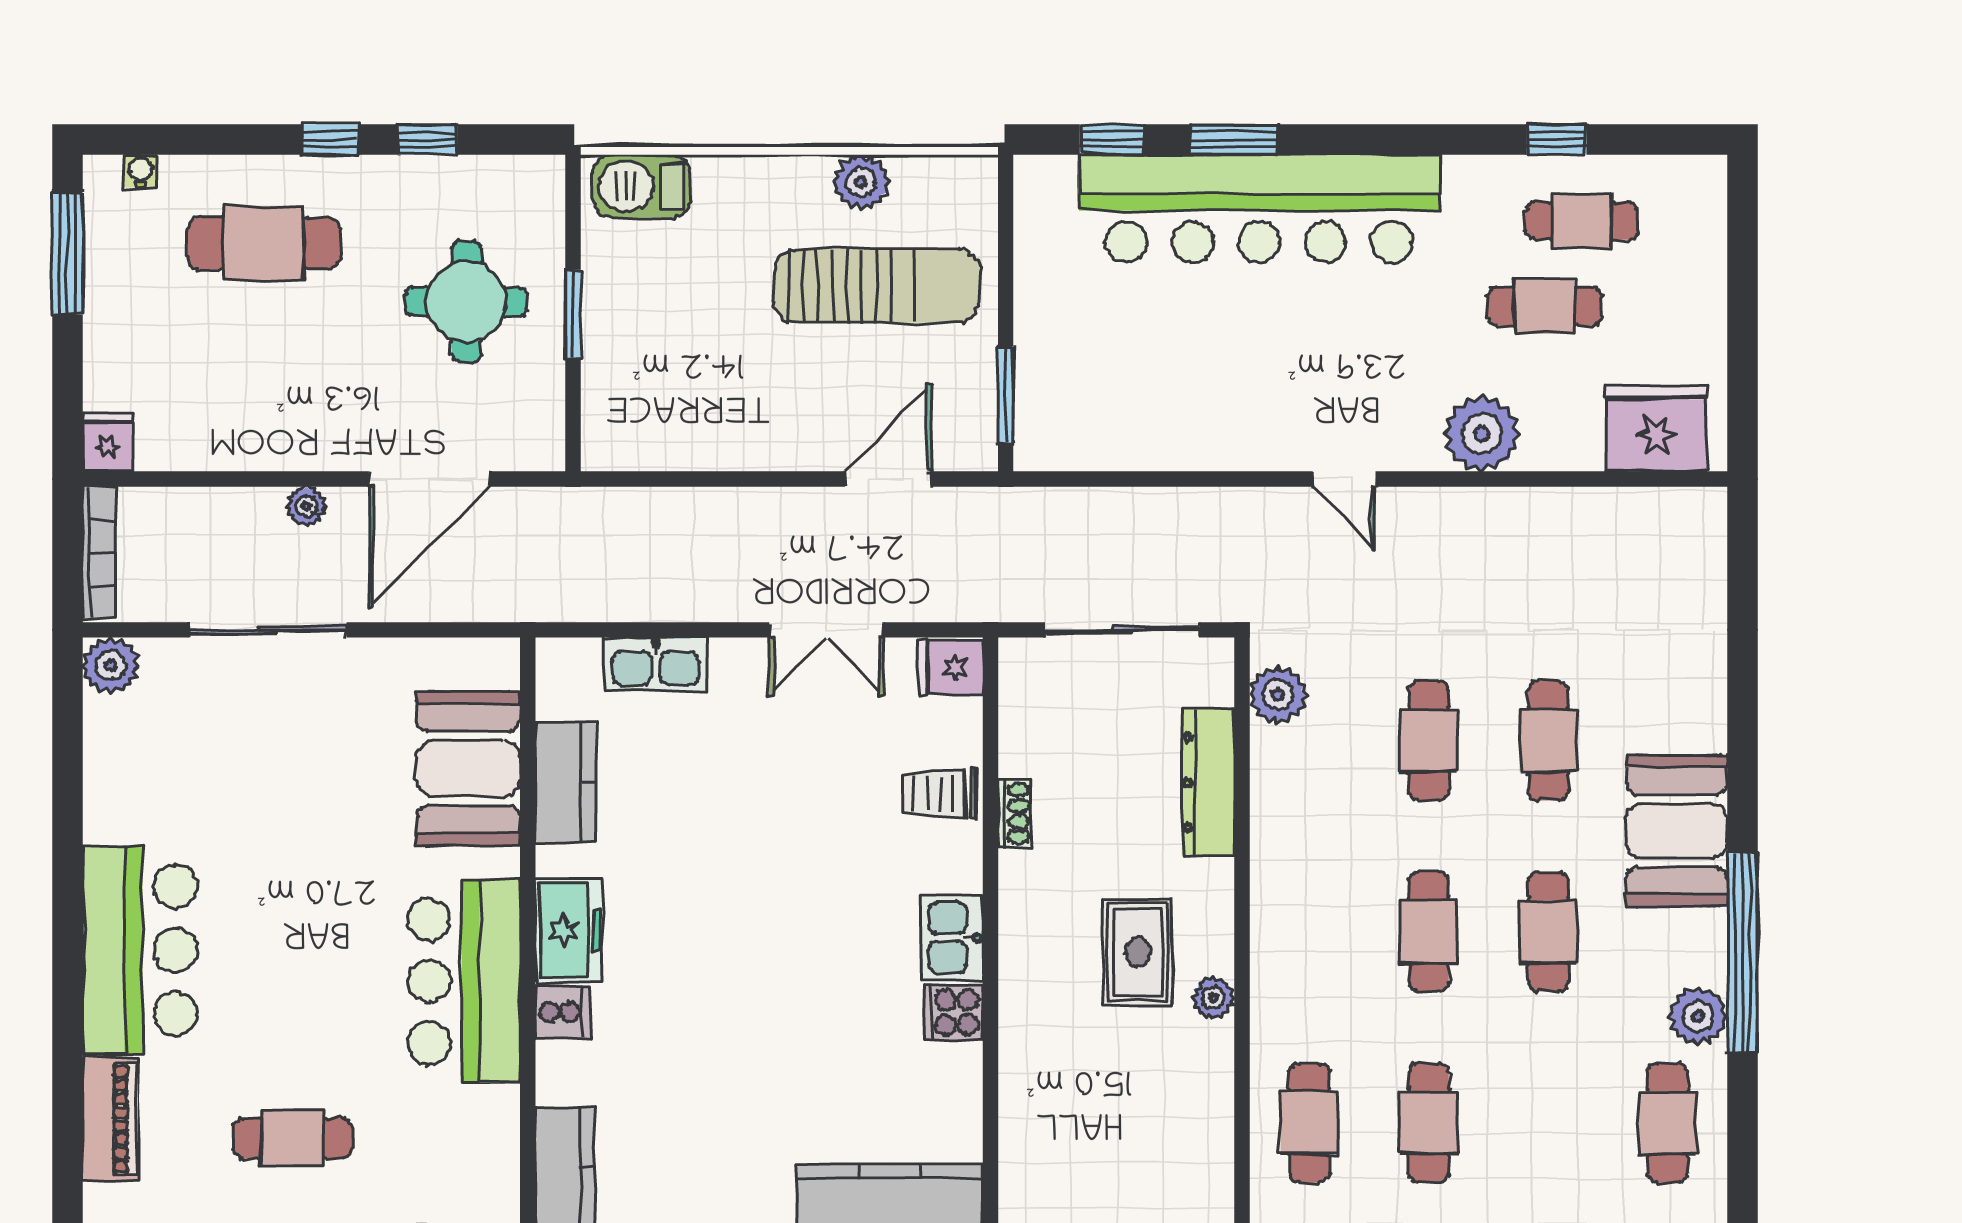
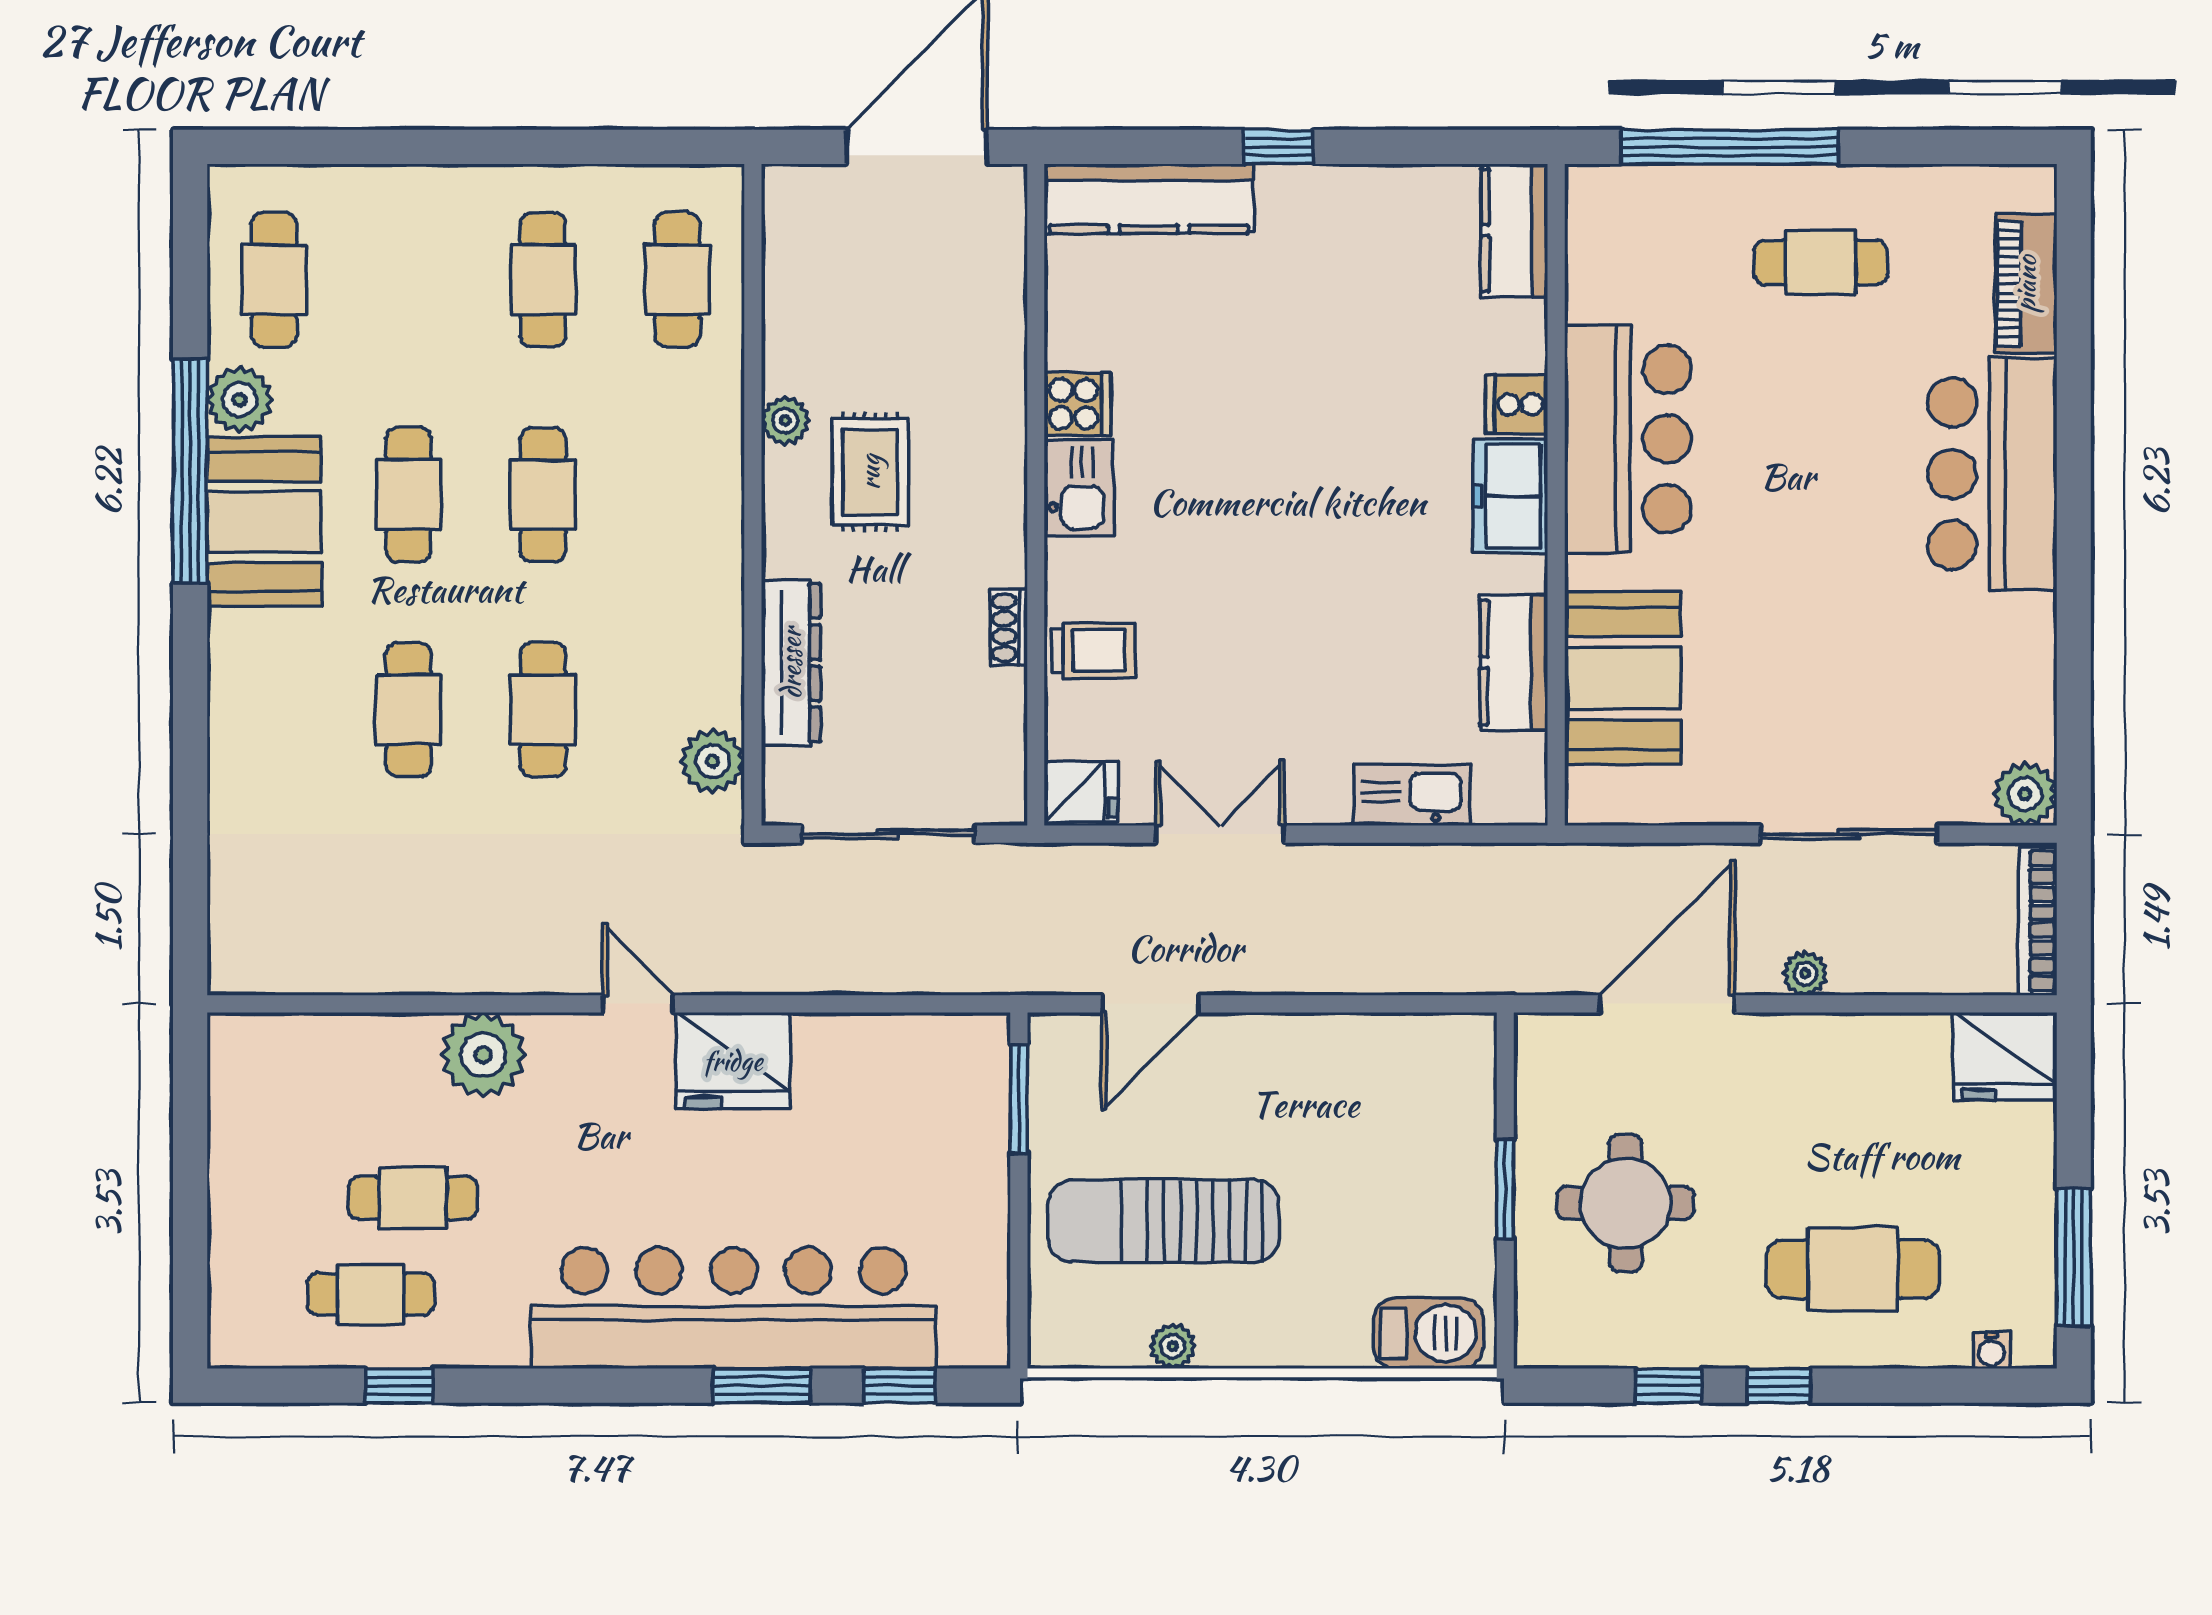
plant: (861, 182) -> (1173, 1346), width x0.73, depth x0.73
fridge: (1656, 429) -> (733, 1061), moved
fridge: (107, 442) -> (2005, 1056), width x1.88, depth x1.34
booth: (1677, 831) -> (264, 522), moved

